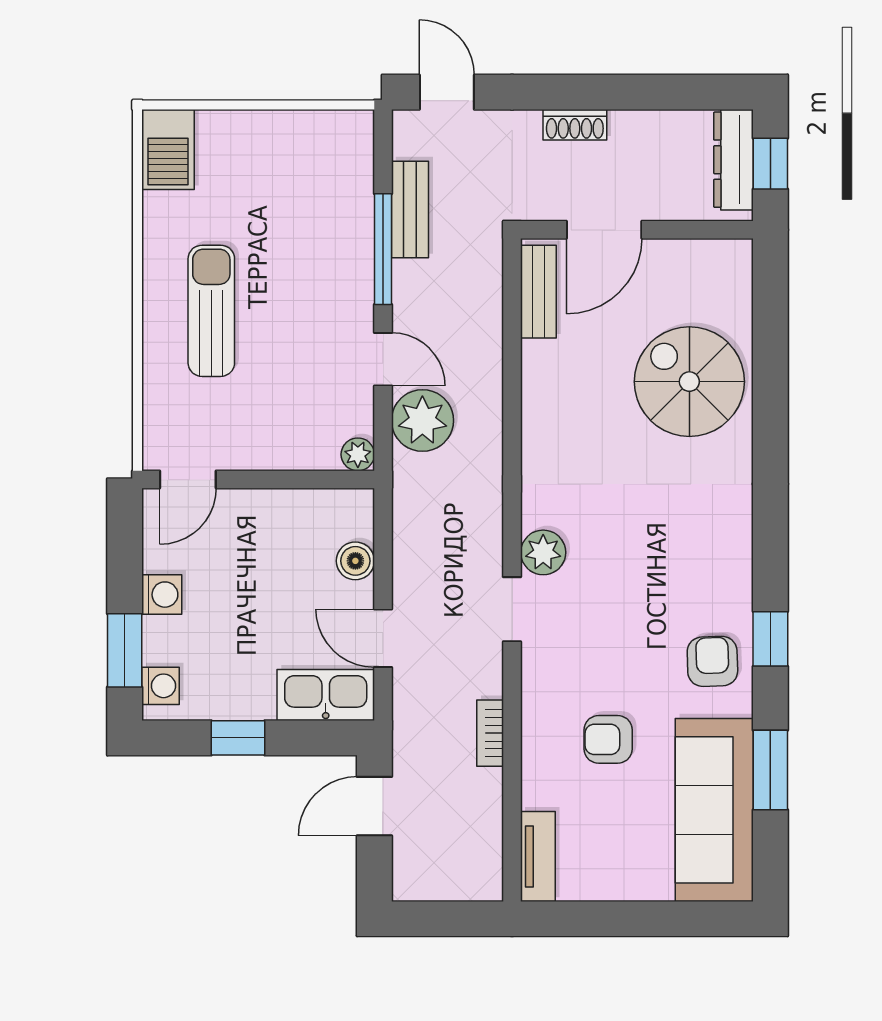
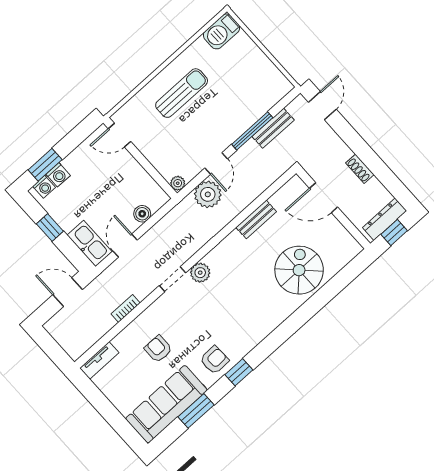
shoe rack: (575, 125) -> (360, 169), moved
bench: (538, 292) -> (256, 219), moved
washing machine: (162, 595) -> (58, 175), moved

